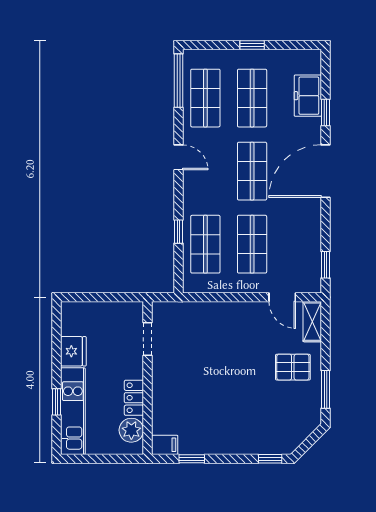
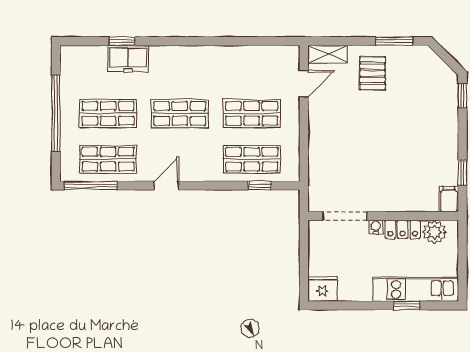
window: (252, 45) -> (56, 113), width x3.17
freezer: (308, 96) -> (128, 59), moved
door: (325, 171) -> (180, 41), removed
window: (179, 232) -> (260, 186), moved
window: (325, 265) -> (272, 41), removed
doorway: (148, 339) -> (345, 216), width x1.38
fridge: (73, 351) -> (322, 289), moved
water cooler: (136, 370) -> (376, 227), added

